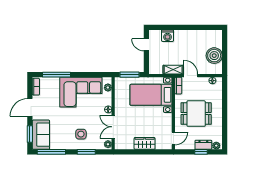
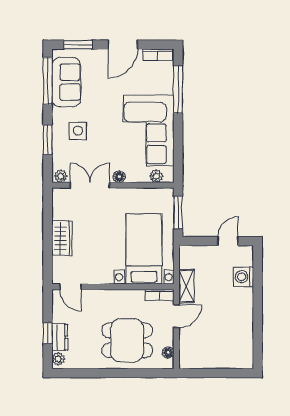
boiler: (214, 56) -> (210, 355), removed
door: (30, 107) -> (123, 45), swing flipped
dining table: (196, 114) -> (127, 340), moved, turned 90
sofa: (41, 135) -> (66, 82), moved, turned -90

